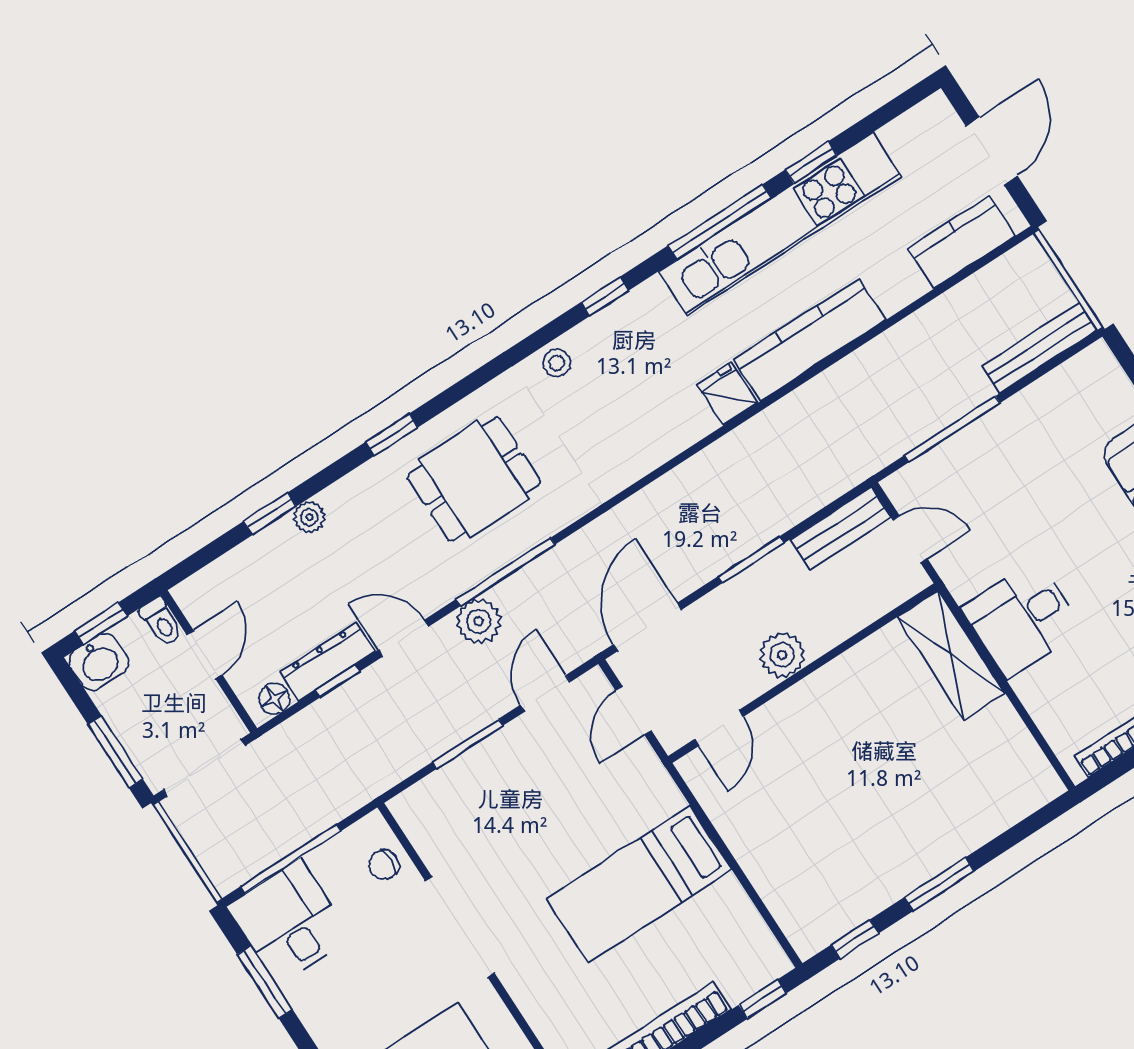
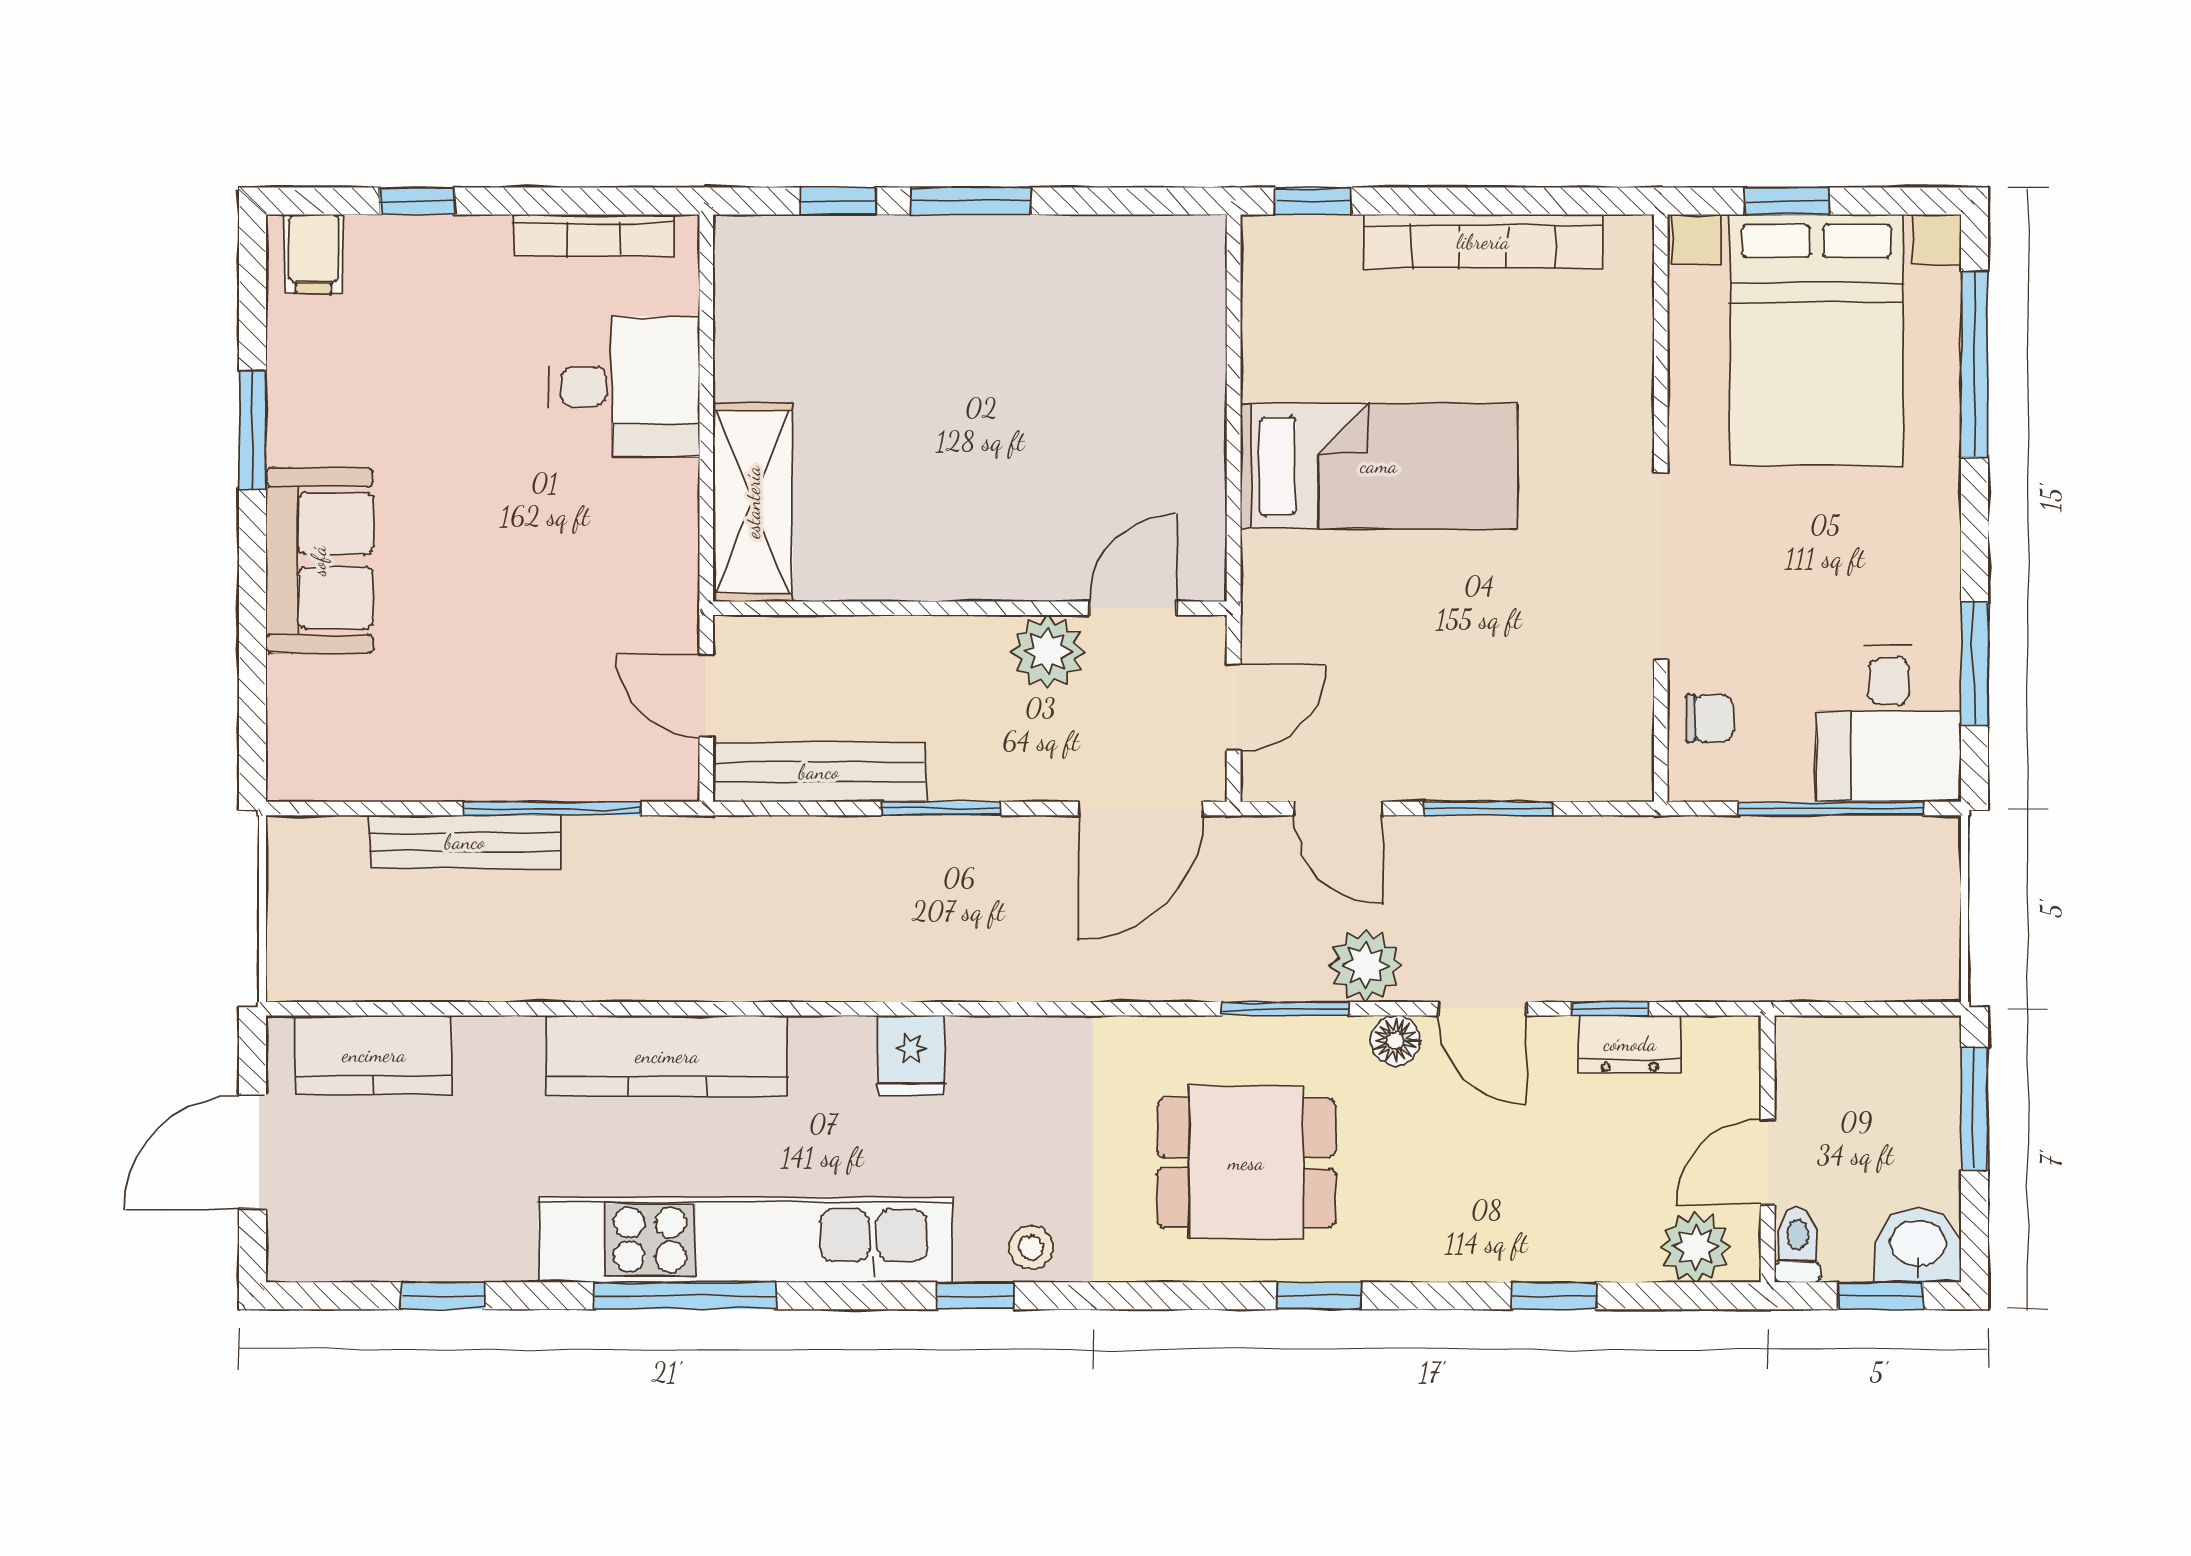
window: (811, 162) -> (443, 1296), moved
kitchen unit: (780, 224) -> (745, 1240), moved
window: (605, 296) -> (976, 1296), moved
bench: (1040, 348) -> (465, 842), moved
fridge: (727, 394) -> (911, 1055), moved
plant: (309, 517) -> (1695, 1247), moved, width x1.38, depth x1.38
bench: (841, 528) -> (819, 772), width x1.36
window: (505, 572) -> (1285, 1009), width x0.69
desk: (1022, 619) -> (624, 387), moved
plant: (782, 655) -> (1048, 652), moved
dresser: (327, 662) -> (1630, 1044), width x0.70
door: (545, 693) -> (1338, 808), hinge flipped
floor lamp: (274, 699) -> (1395, 1040), moved
doorway: (204, 768) -> (1868, 1009), removed
window: (855, 939) -> (838, 201), moved

